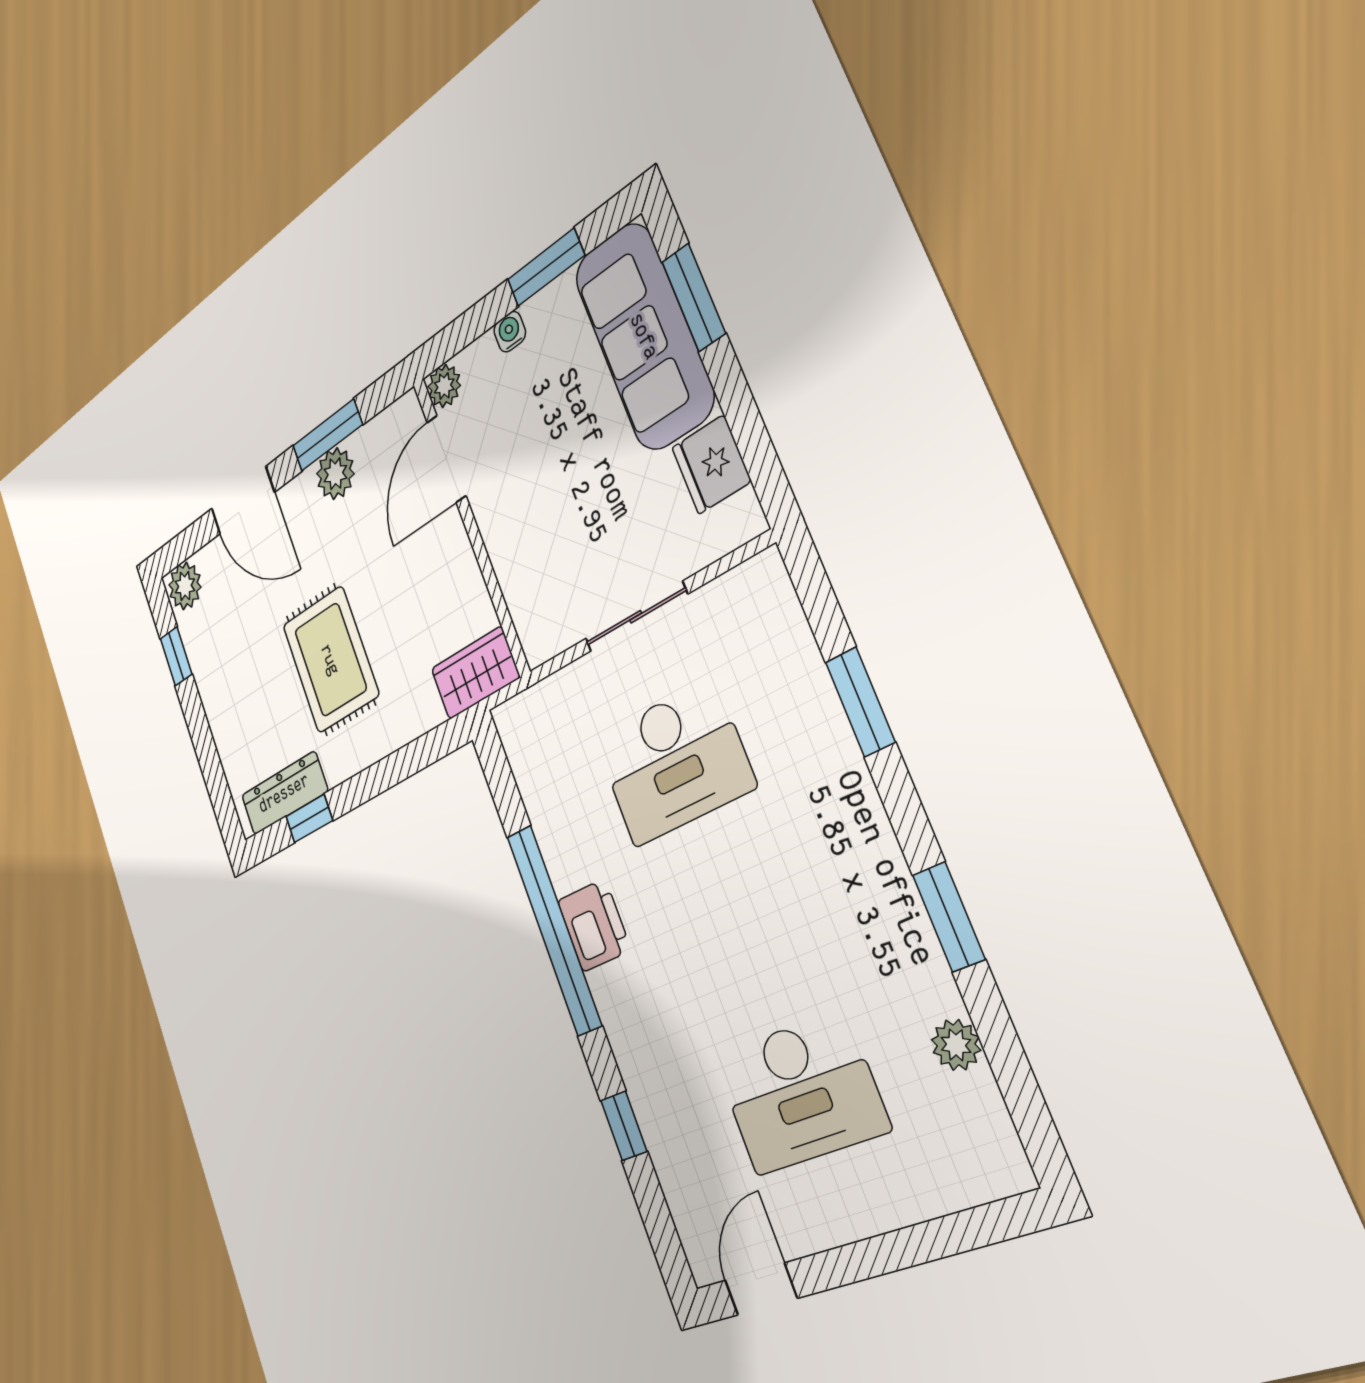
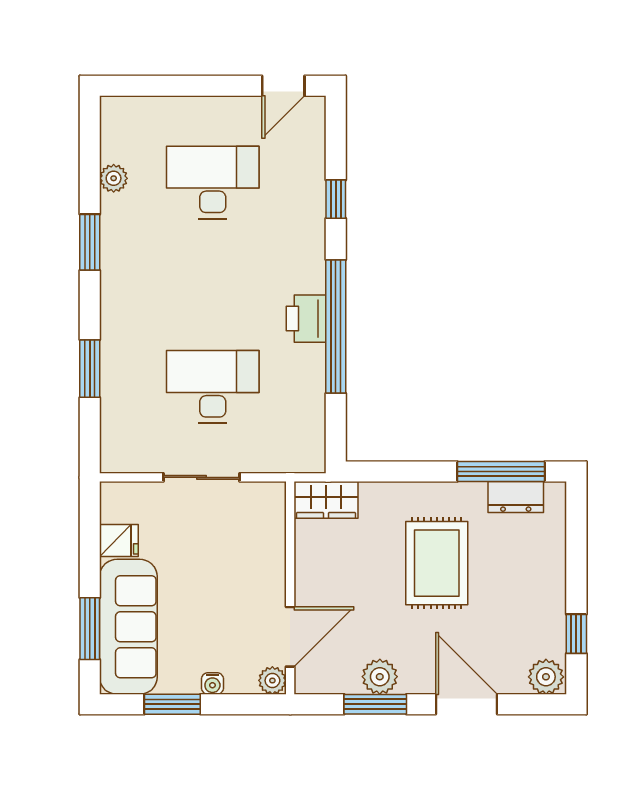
fridge: (711, 464) -> (119, 540), width x0.72
dresser: (284, 793) -> (516, 497), width x0.70
window: (309, 818) -> (501, 471), width x2.17

